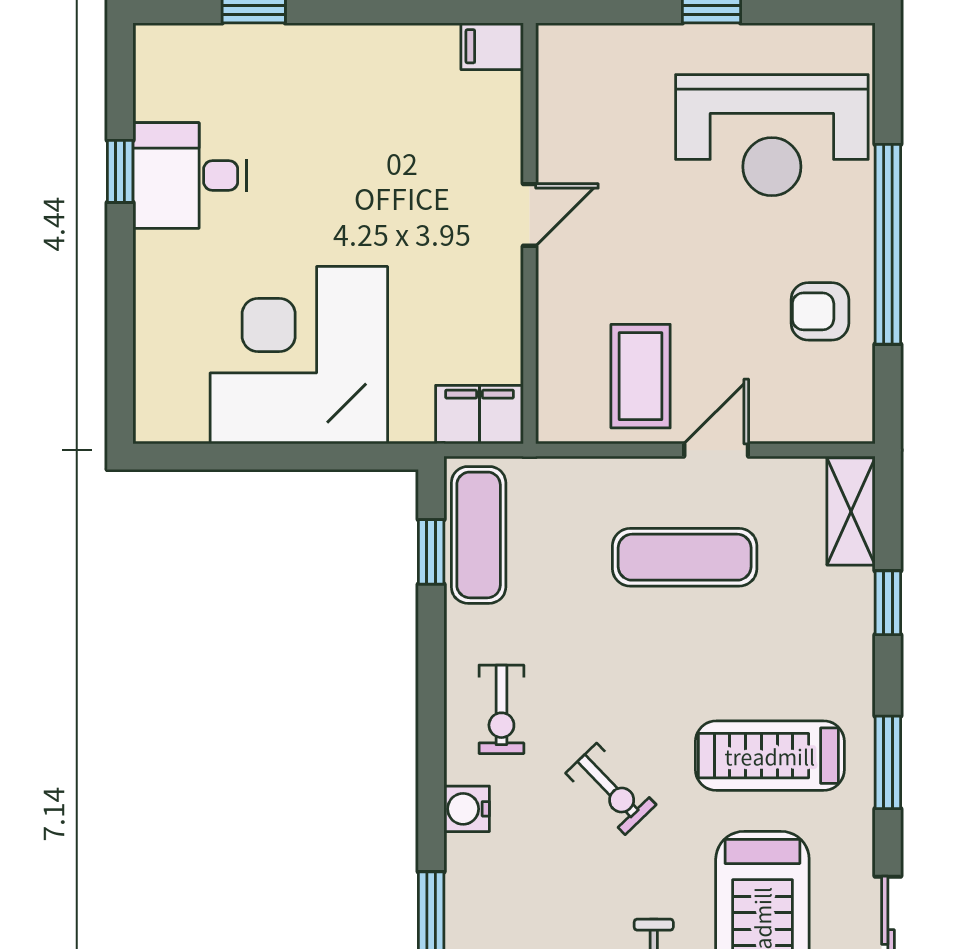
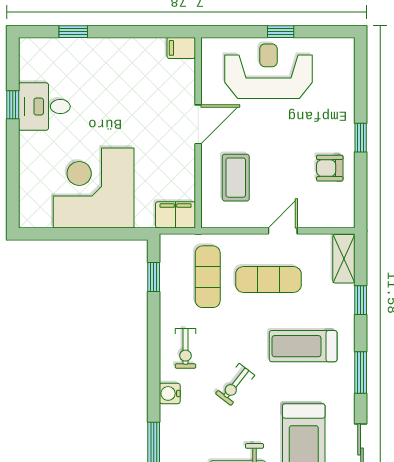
reception desk: (772, 135) -> (269, 71), moved, turned 180
door: (530, 215) -> (198, 124), width x1.38
window: (888, 244) -> (361, 138), width x0.32
coffee table: (641, 376) -> (236, 178), moved
exercise mat: (479, 535) -> (208, 277), moved
treadmill: (770, 756) -> (303, 346), moved
exercise bike: (611, 789) -> (235, 384), turned 82

